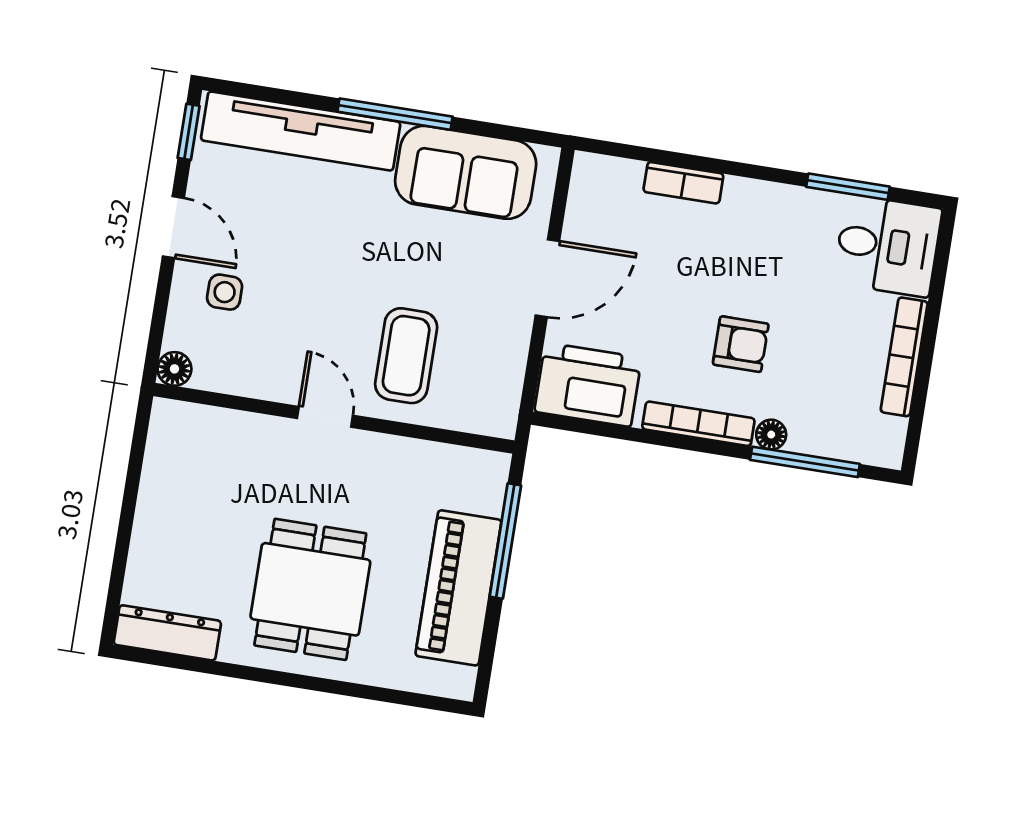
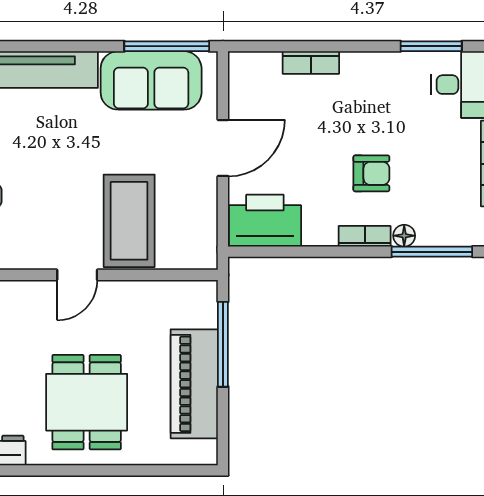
window: (395, 114) -> (167, 46), moved
coffee table: (406, 356) -> (129, 221), width x1.36, depth x1.32
door: (325, 417) -> (77, 275), swing flipped
bookcase: (698, 424) -> (365, 236), width x0.64

